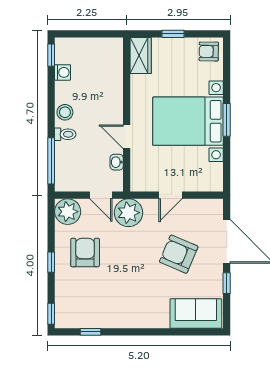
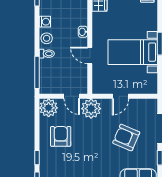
washing machine: (63, 72) -> (45, 22), moved
bed with nightstands: (188, 121) -> (133, 52), width x0.73
washbasin: (117, 162) -> (83, 32), moved
window: (51, 262) -> (37, 158), moved

